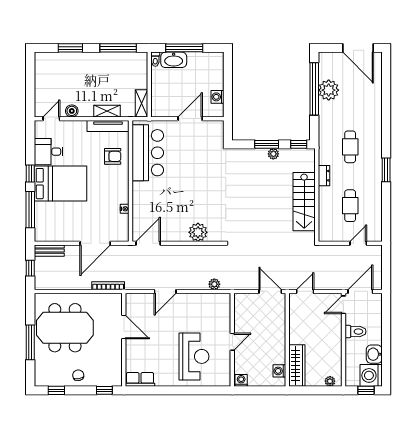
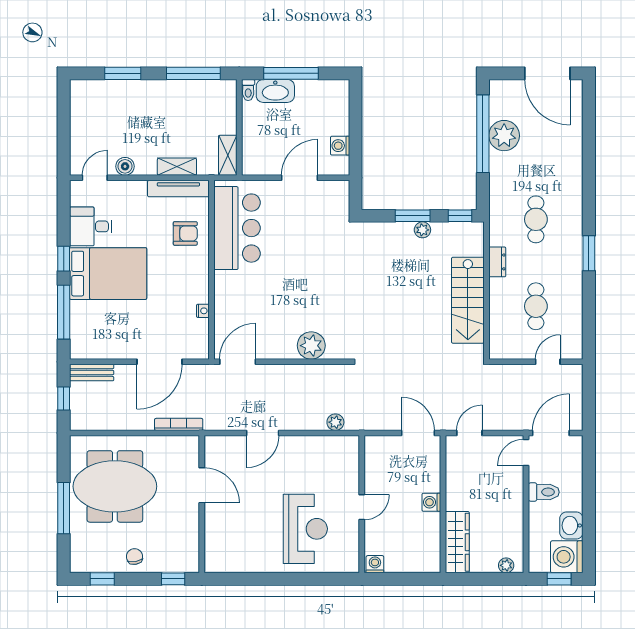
washing machine: (279, 371) -> (431, 502), moved
row of seats: (140, 379) -> (226, 563), removed

